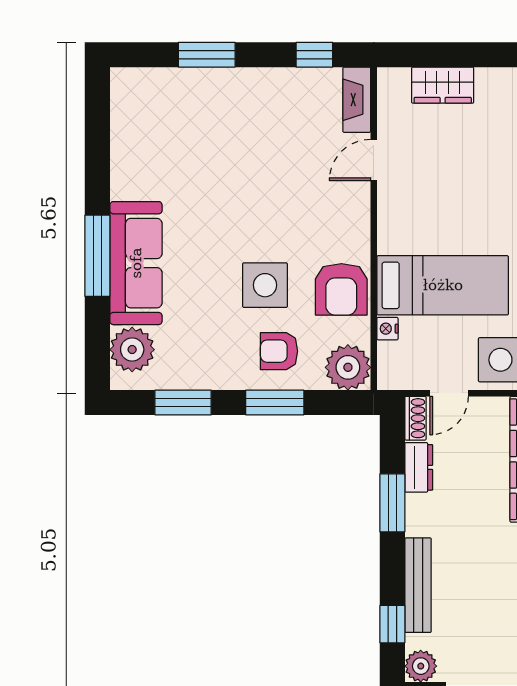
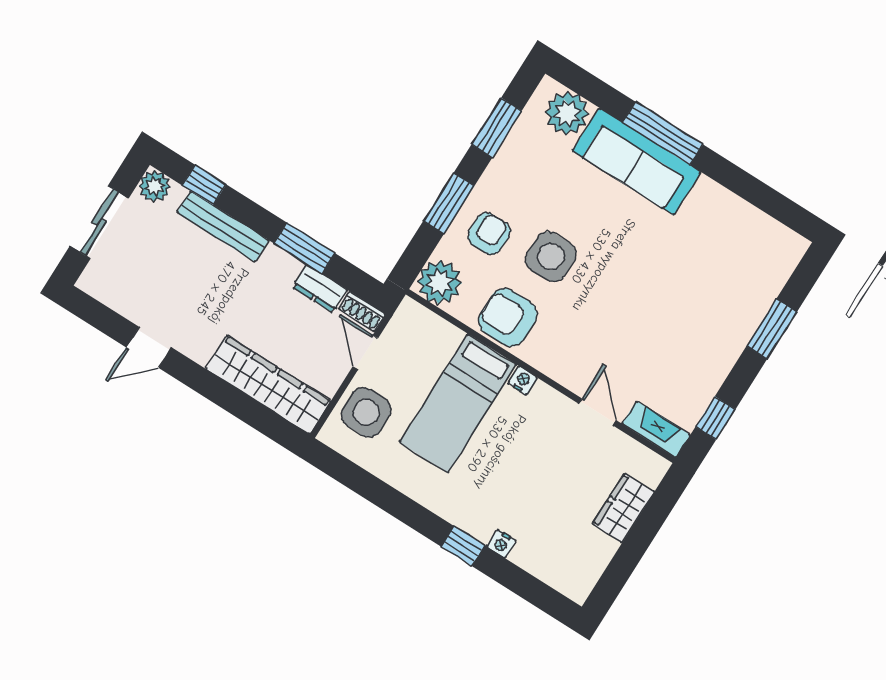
nightstand: (387, 329) -> (523, 380), moved

